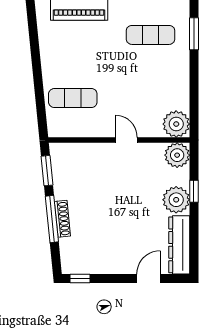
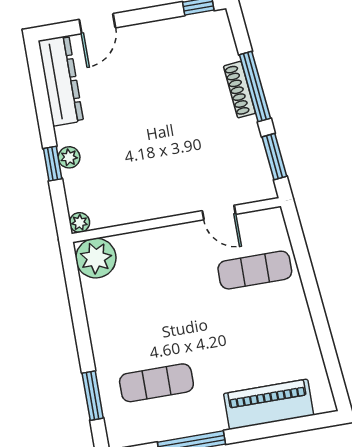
door: (126, 140) -> (219, 213), moved
plant: (177, 155) -> (80, 222), width x0.53, depth x0.53
plant: (176, 200) -> (69, 157), width x0.53, depth x0.53

